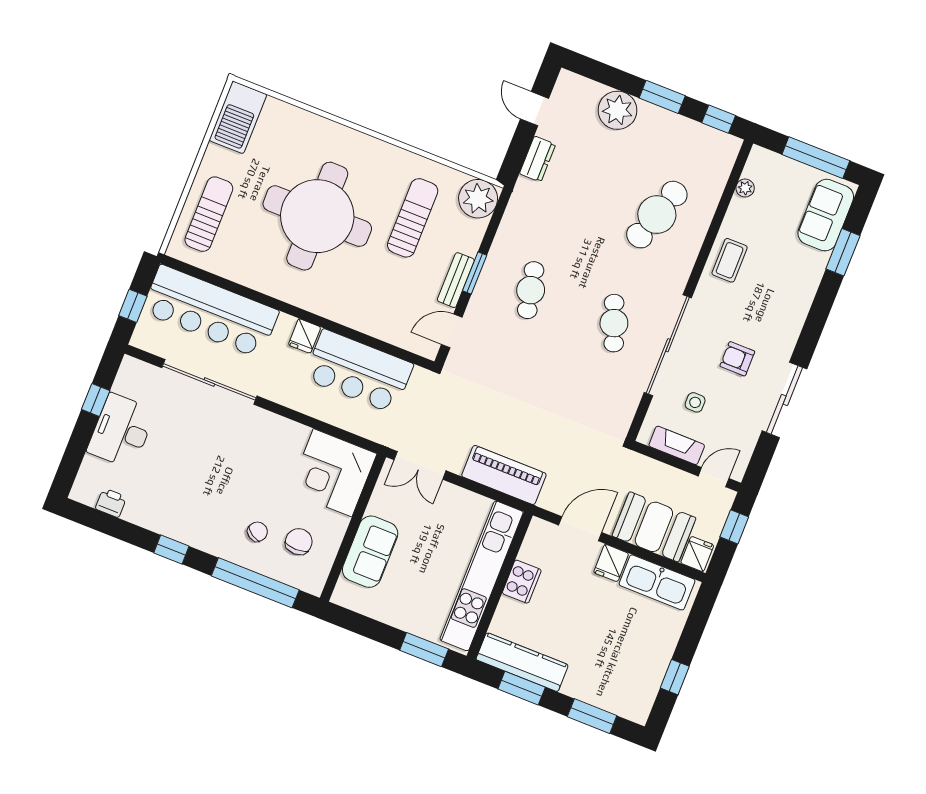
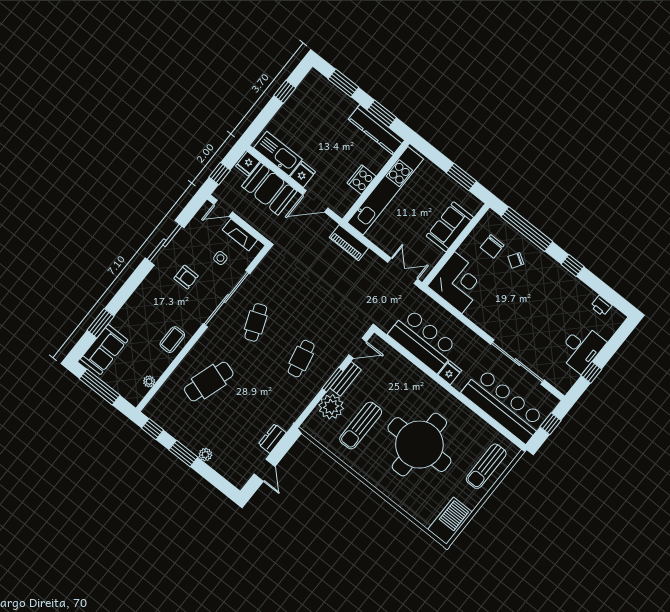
plant: (617, 110) -> (205, 455), width x0.53, depth x0.53
plant: (478, 199) -> (331, 407), moved
piano: (504, 475) -> (349, 243), width x0.73, depth x0.75
window: (424, 650) -> (461, 177), moved

